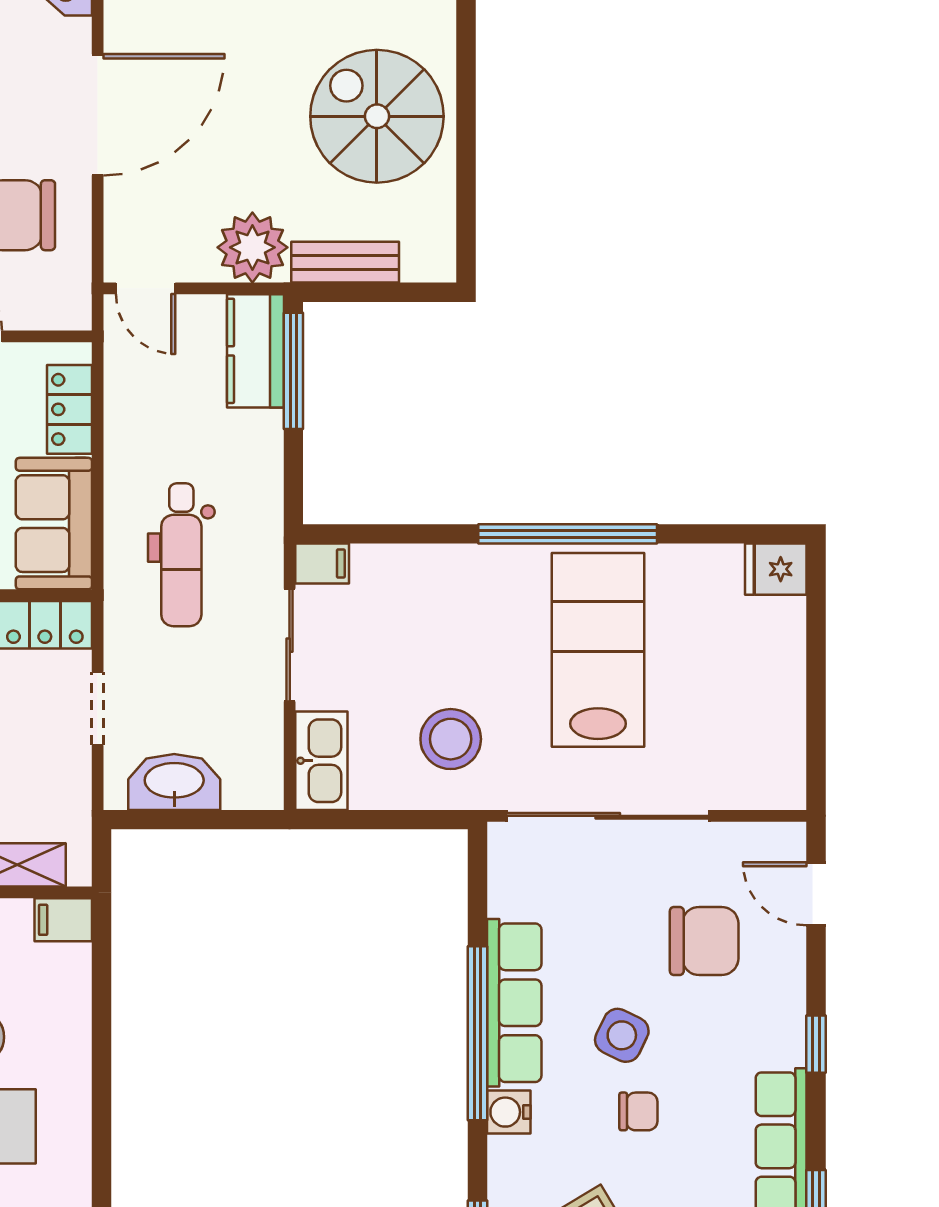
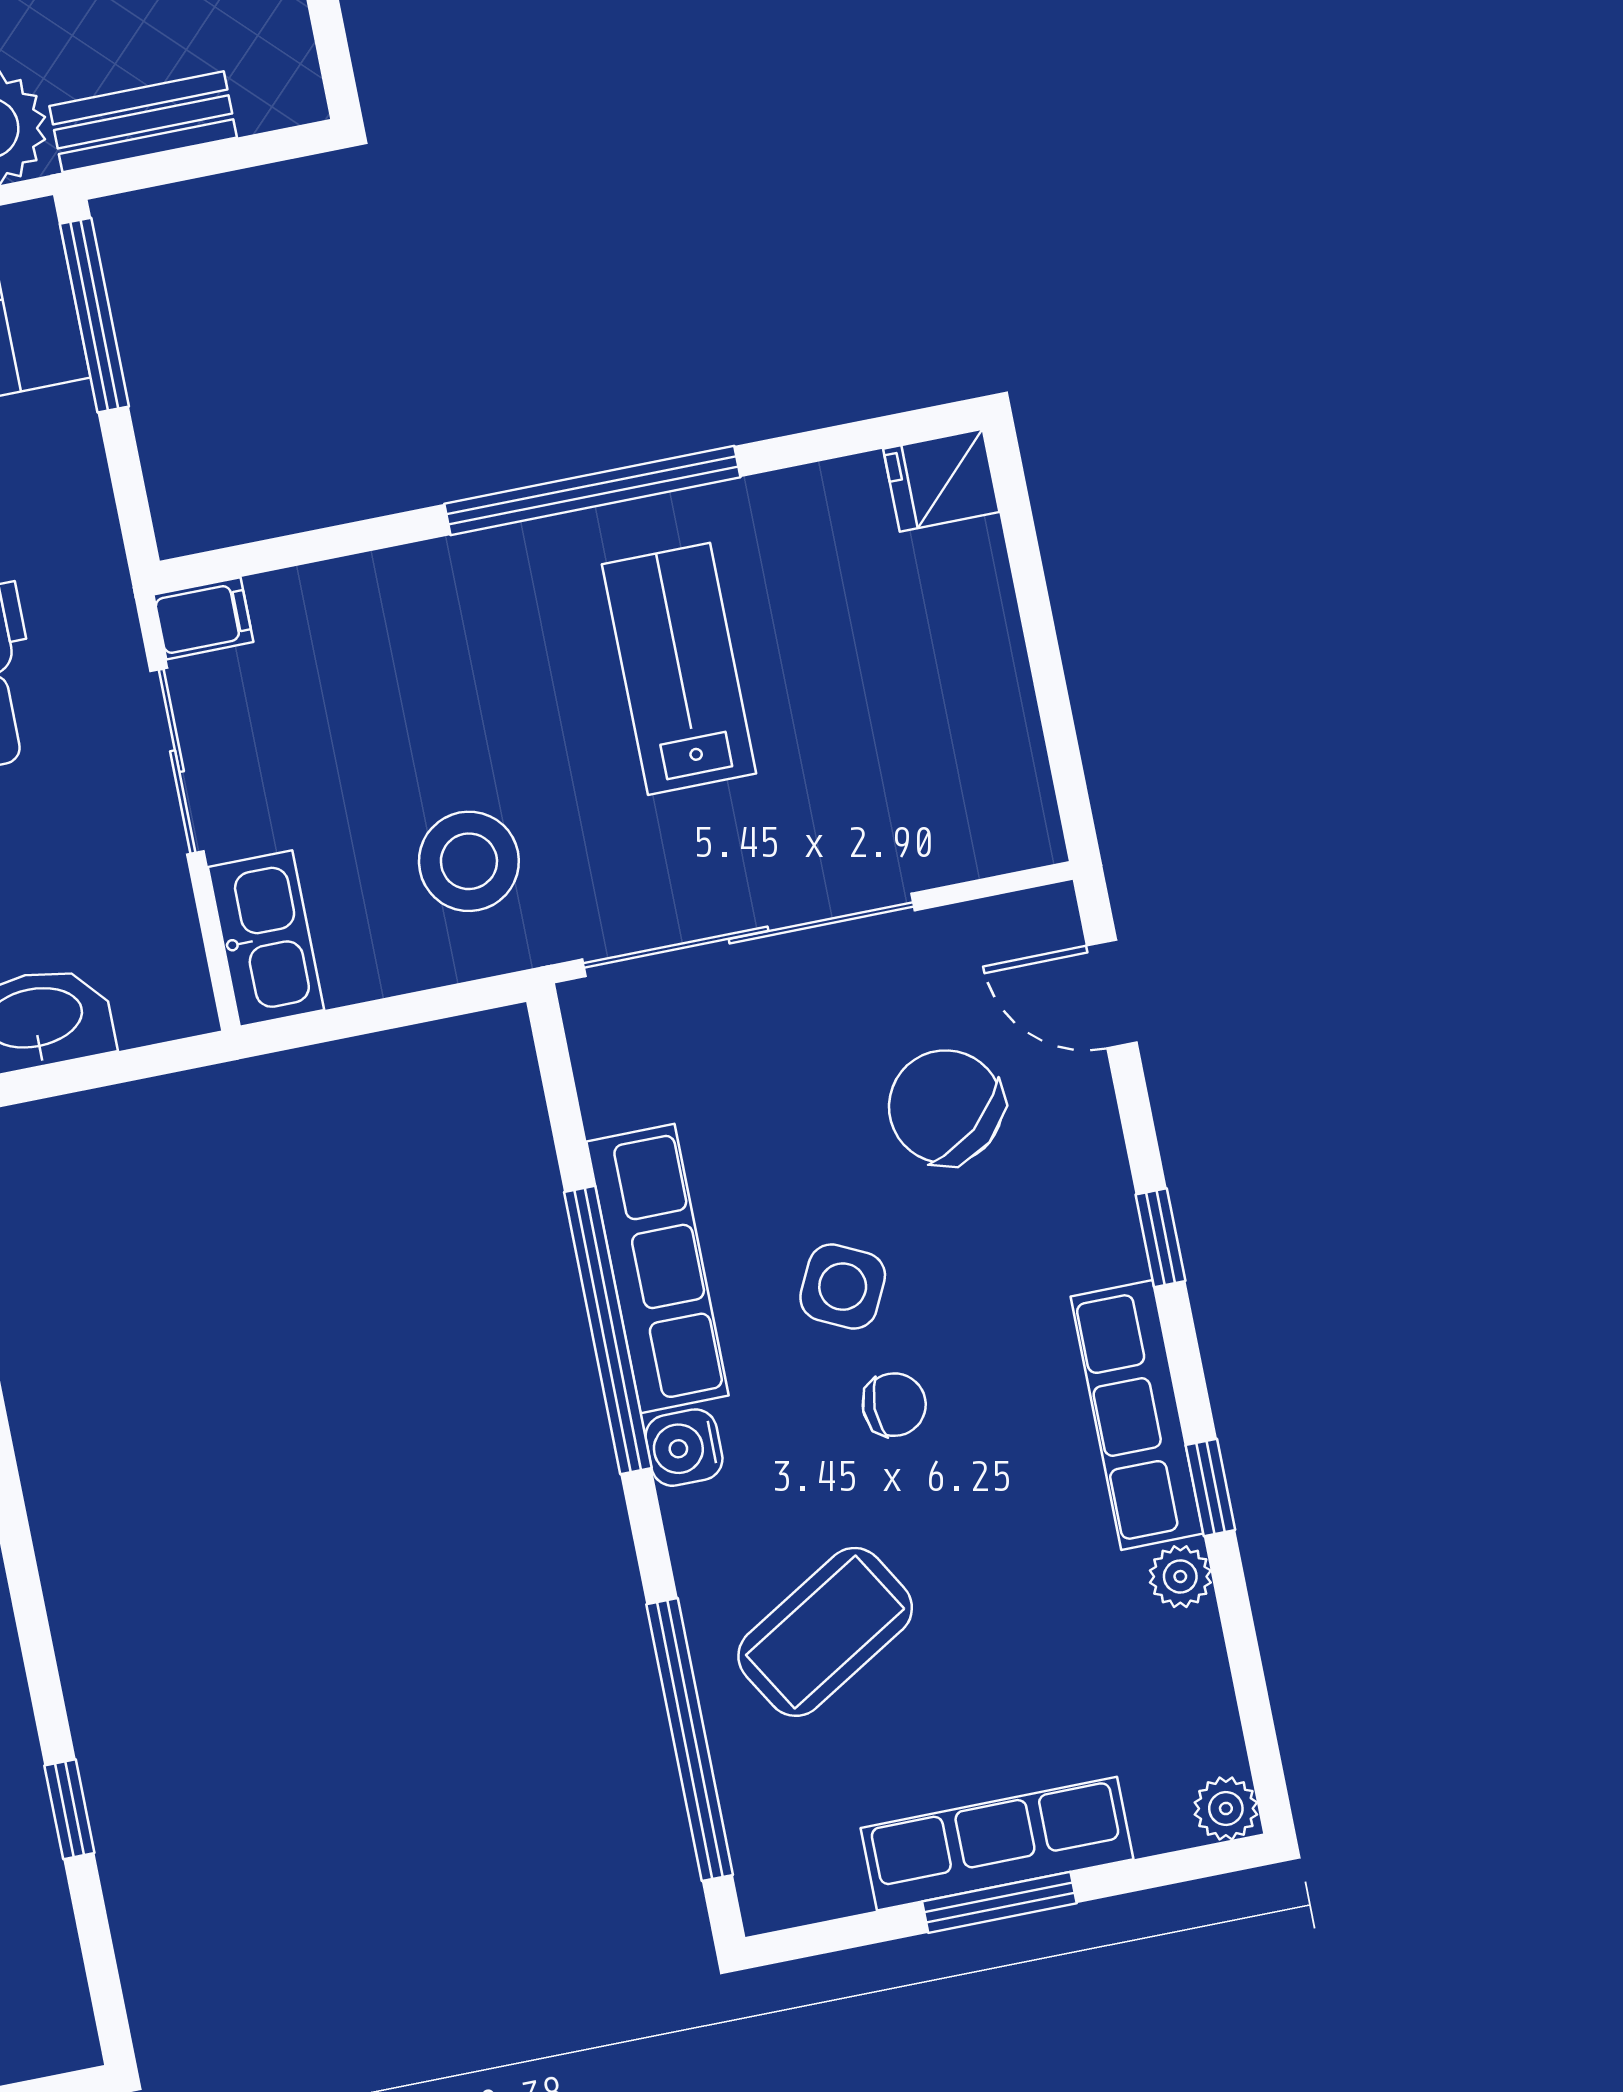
lab bench: (598, 650) -> (679, 669), width x0.73, depth x0.72
chair: (704, 941) -> (946, 1107), turned -130

